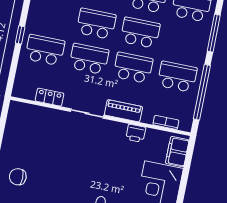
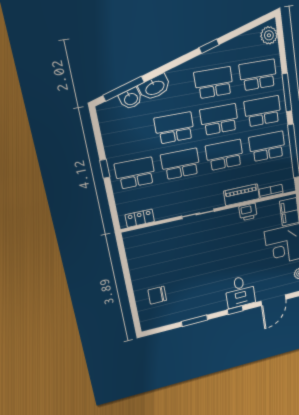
school desk: (184, 41) -> (263, 111), added
locker: (50, 97) -> (140, 218), moved
piano: (123, 111) -> (242, 195), moved

